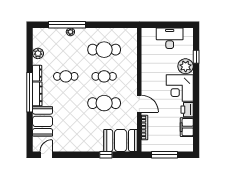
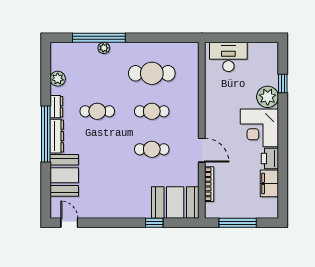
desk: (170, 38) -> (228, 57), moved
cafe table: (104, 103) -> (152, 149), width x0.73, depth x0.74
door: (46, 155) -> (69, 223), hinge flipped

